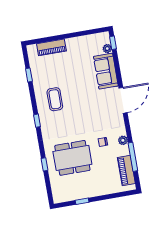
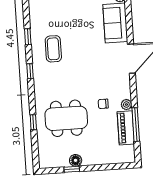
window: (29, 75) -> (28, 37), moved
piano: (126, 171) -> (126, 128), moved
floor lamp: (84, 193) -> (76, 160), added

